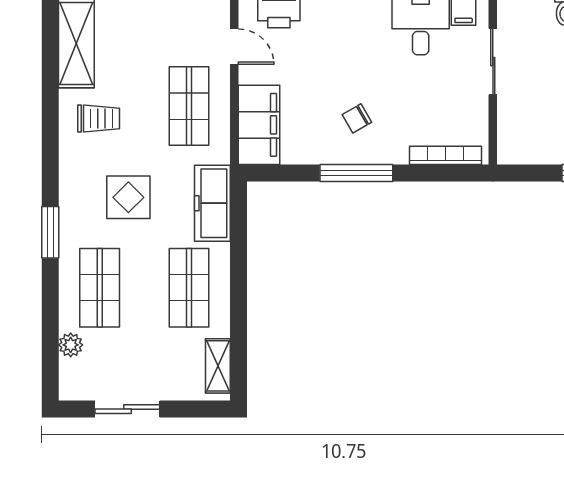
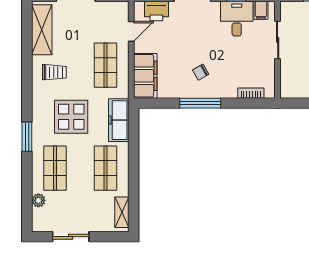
door: (234, 47) -> (131, 31), hinge flipped
bookcase: (446, 155) -> (251, 93), width x0.64
display table: (128, 197) -> (71, 117), width x1.36, depth x1.36

